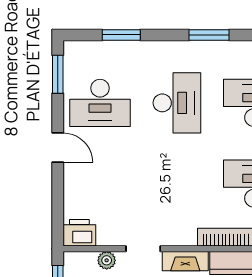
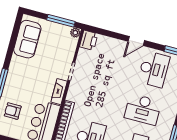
desk: (100, 103) -> (154, 69), turned 180
plant: (107, 260) -> (75, 33), moved

